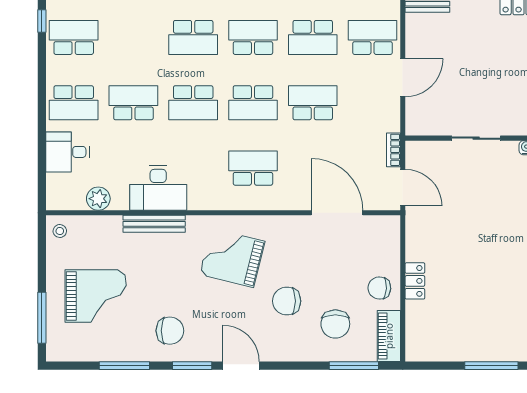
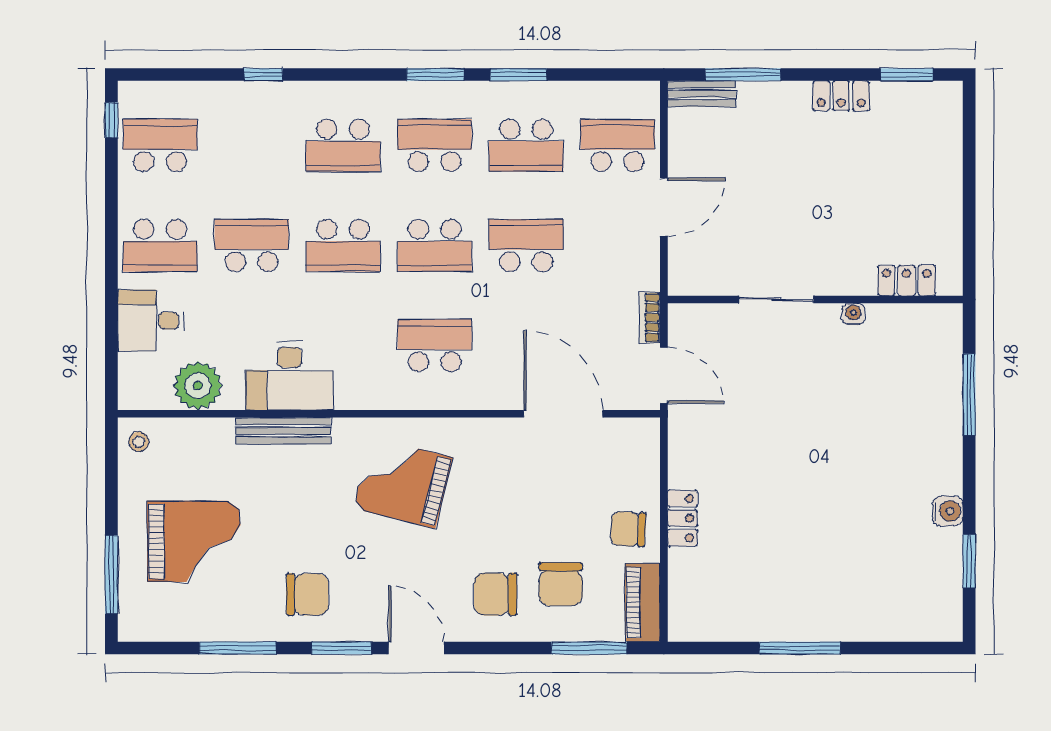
plant: (98, 199) -> (198, 386), width x1.36, depth x1.36
chair: (287, 301) -> (496, 594), moved

